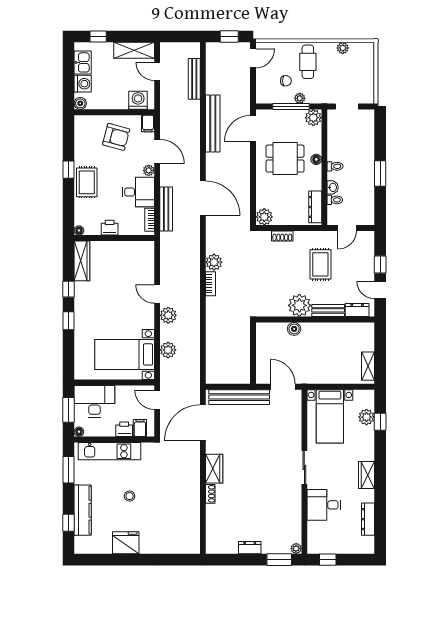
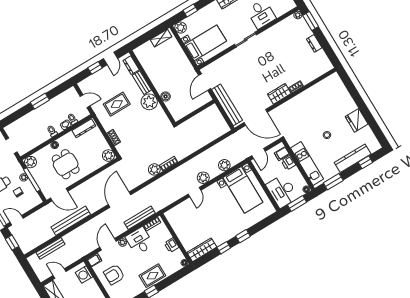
door: (157, 71) -> (60, 274), swing flipped
armchair: (116, 137) -> (114, 275), turned -105
plant: (366, 417) -> (181, 28), moved

